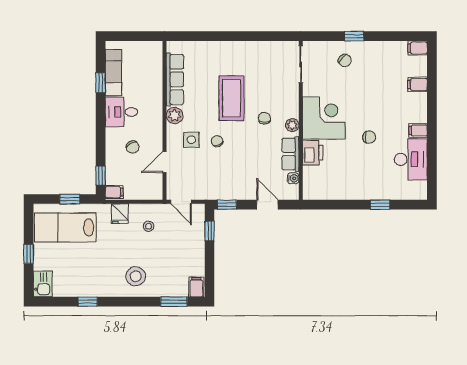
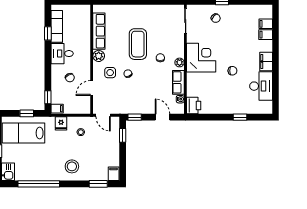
filing cabinet: (418, 48) -> (266, 24), moved
filing cabinet: (418, 130) -> (266, 62), width x2.00
printer: (313, 153) -> (194, 105), moved
window: (88, 302) -> (39, 184), width x3.17

